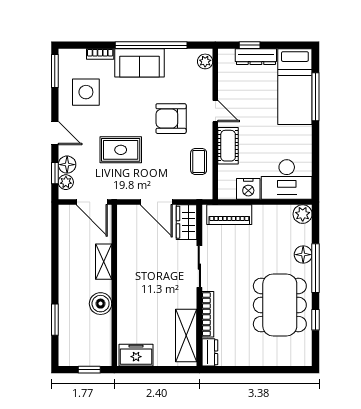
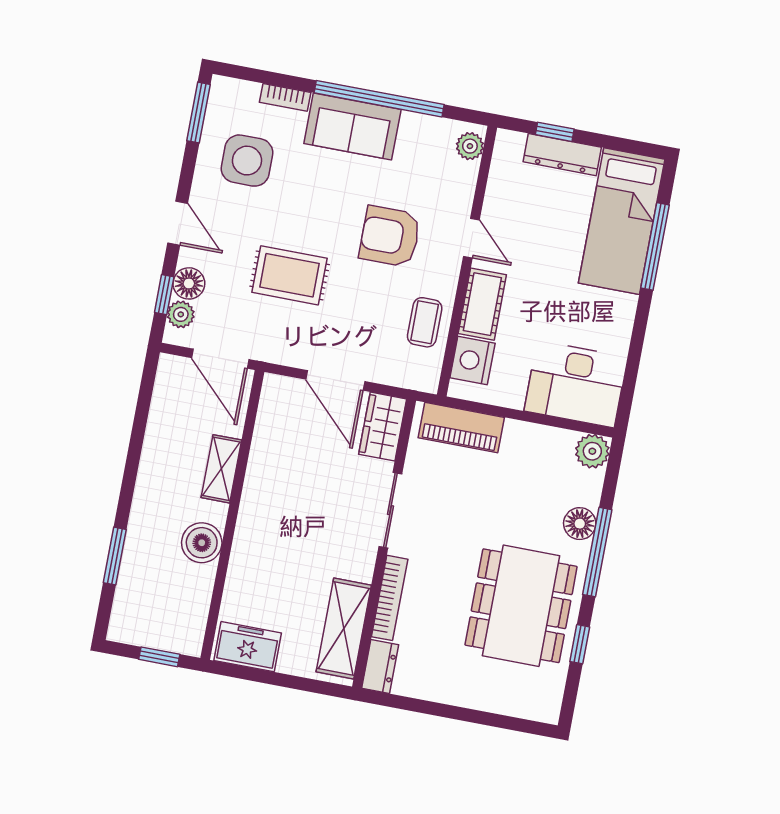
nightstand: (248, 189) -> (473, 361), moved, turned 90

